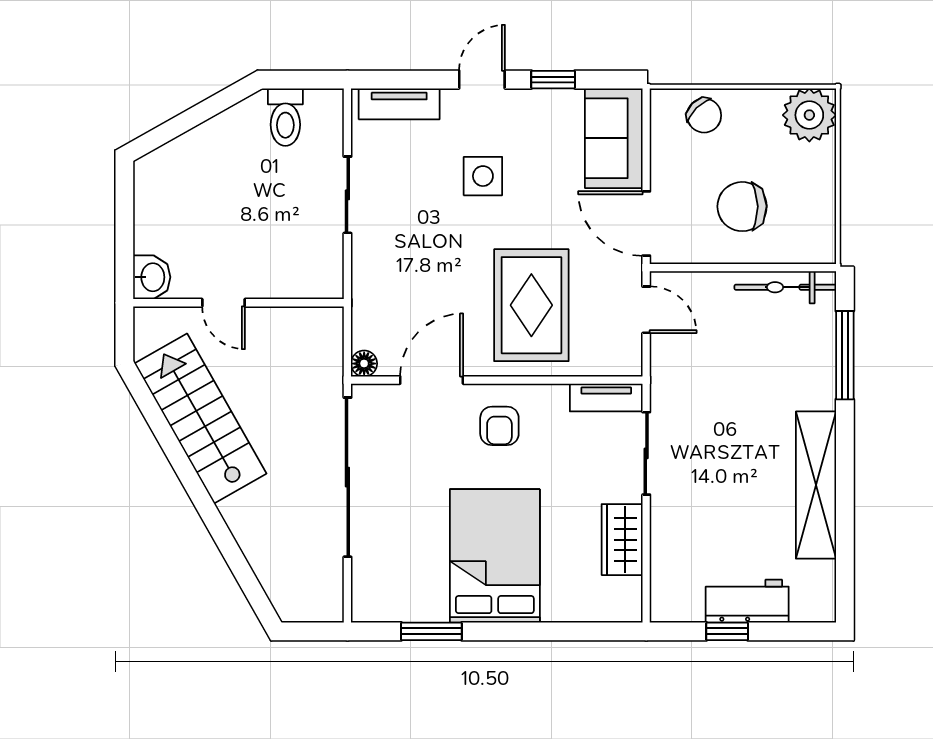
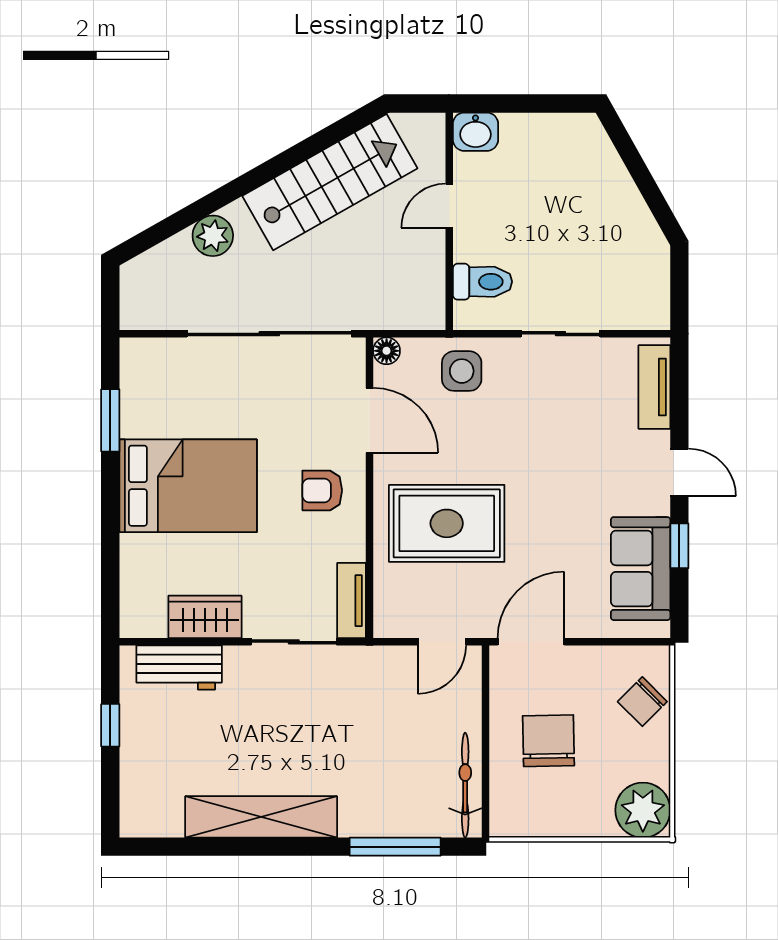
toilet: (285, 117) -> (483, 282), moved, turned 180
sofa: (614, 138) -> (641, 569), moved, turned -90
side table: (483, 176) -> (462, 371), moved
plant: (253, 532) -> (213, 236), added
workbench: (747, 601) -> (179, 668), moved, turned 90

